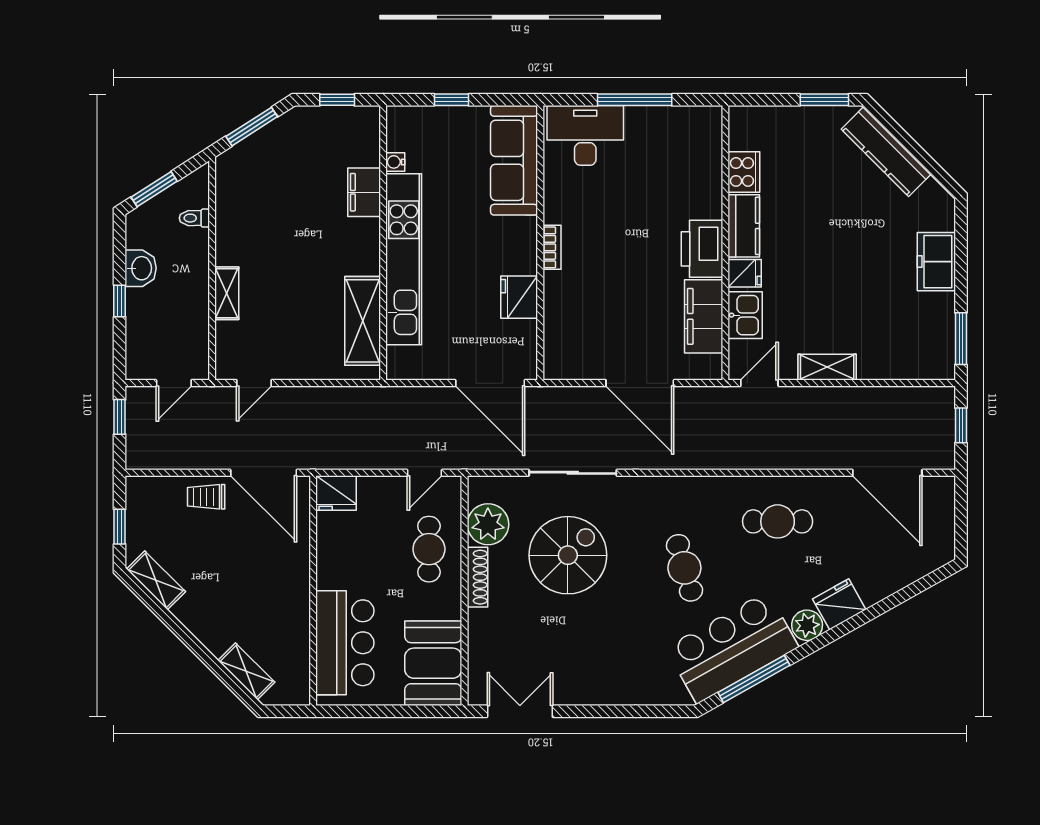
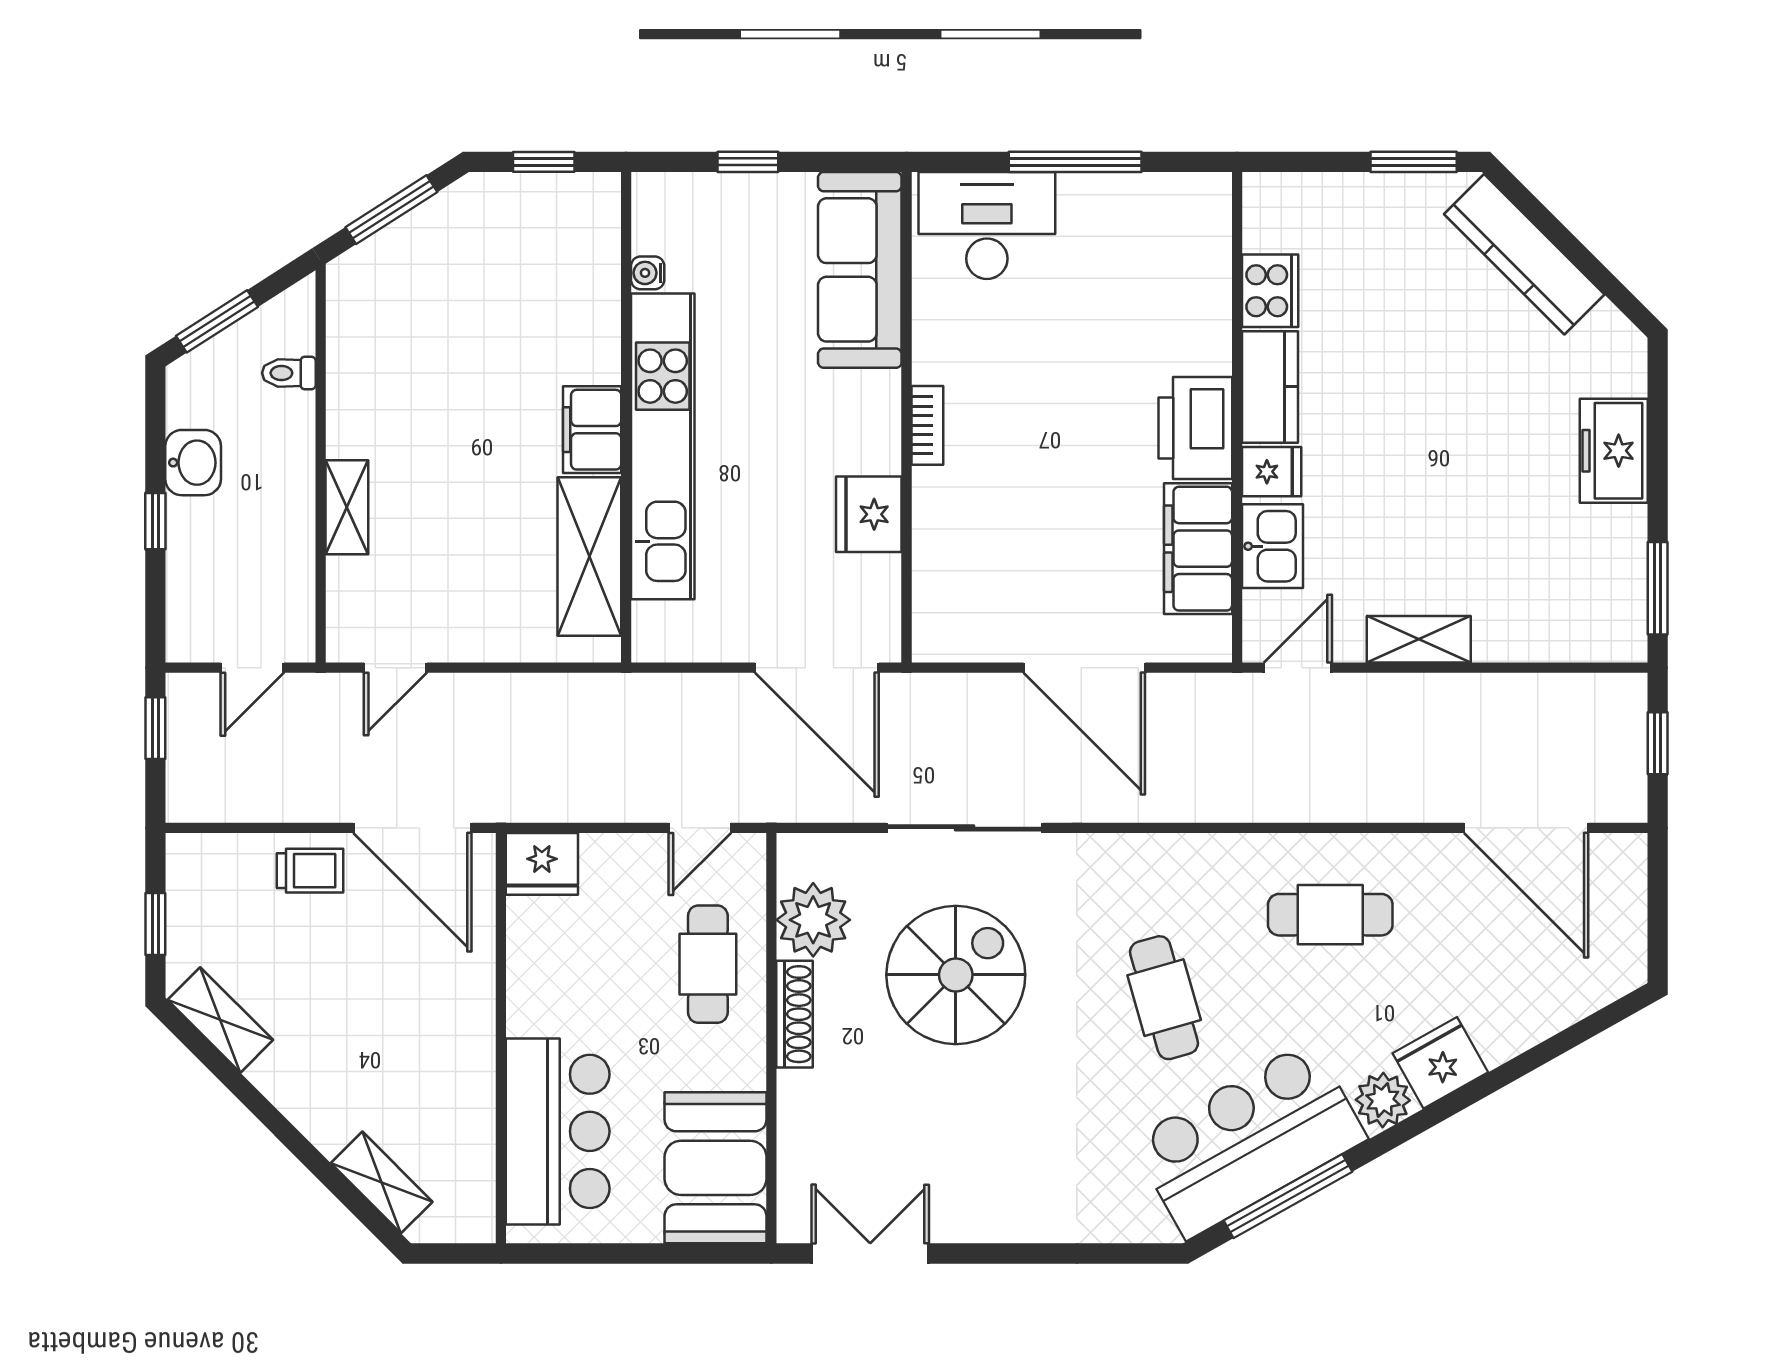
filing cabinet: (364, 192) -> (592, 430), moved
trolley: (206, 497) -> (310, 871), turned 180

